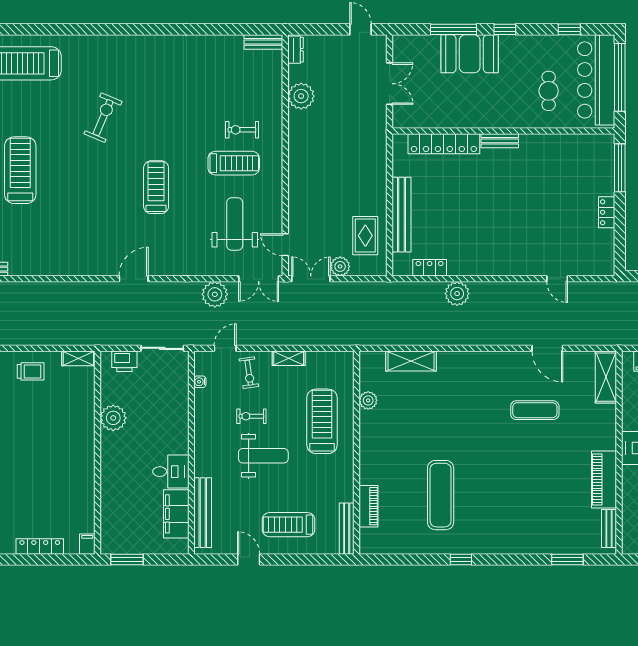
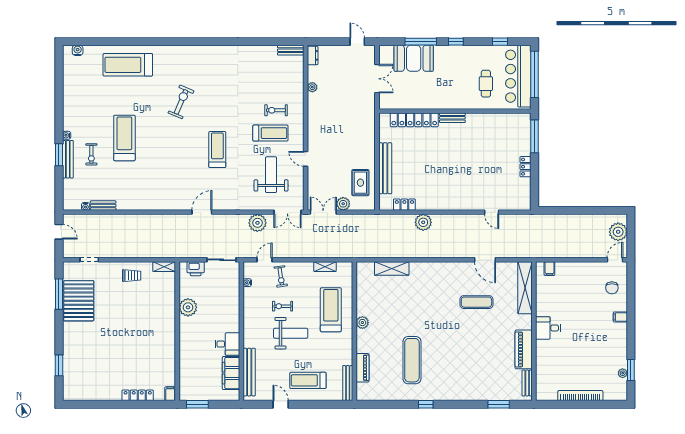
booth: (470, 54) -> (414, 58), moved
plant: (301, 96) -> (312, 87), width x0.53, depth x0.53
door: (285, 245) -> (306, 159), moved
shelving: (289, 358) -> (325, 267), moved
shelving: (606, 377) -> (525, 288), width x1.47
plant: (368, 400) -> (362, 323), moved

